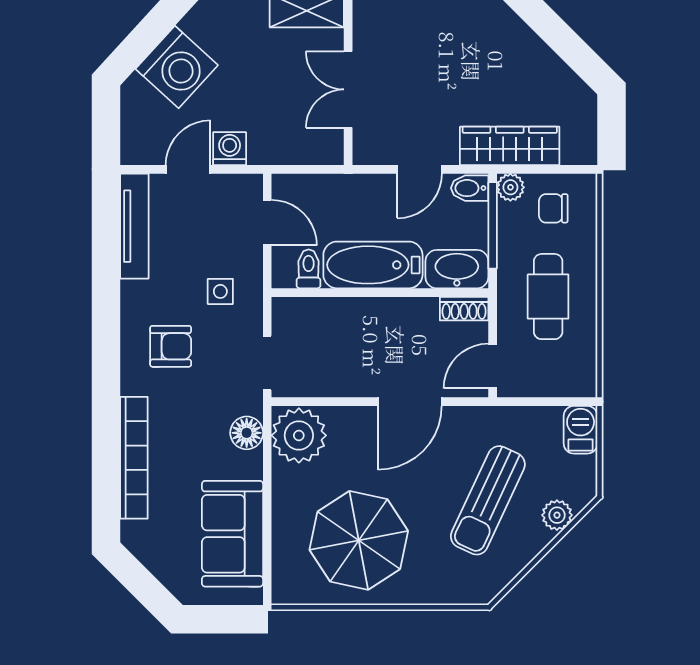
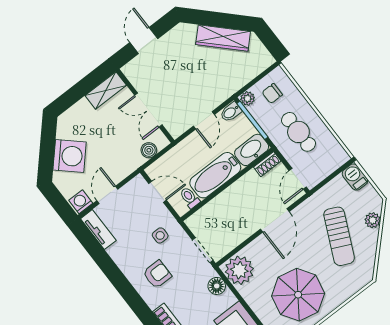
wardrobe: (510, 146) -> (223, 38), moved, turned -135
washing machine: (230, 149) -> (81, 202), moved
boiler: (302, 150) -> (149, 150), added
tv unit: (134, 226) -> (98, 230), width x0.71

